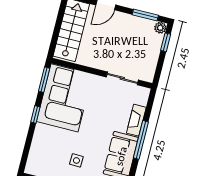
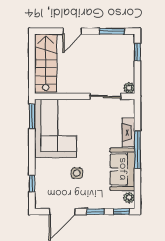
plant: (160, 28) -> (129, 88), moved
window: (35, 114) -> (32, 183), moved
side table: (76, 160) -> (77, 173), moved

